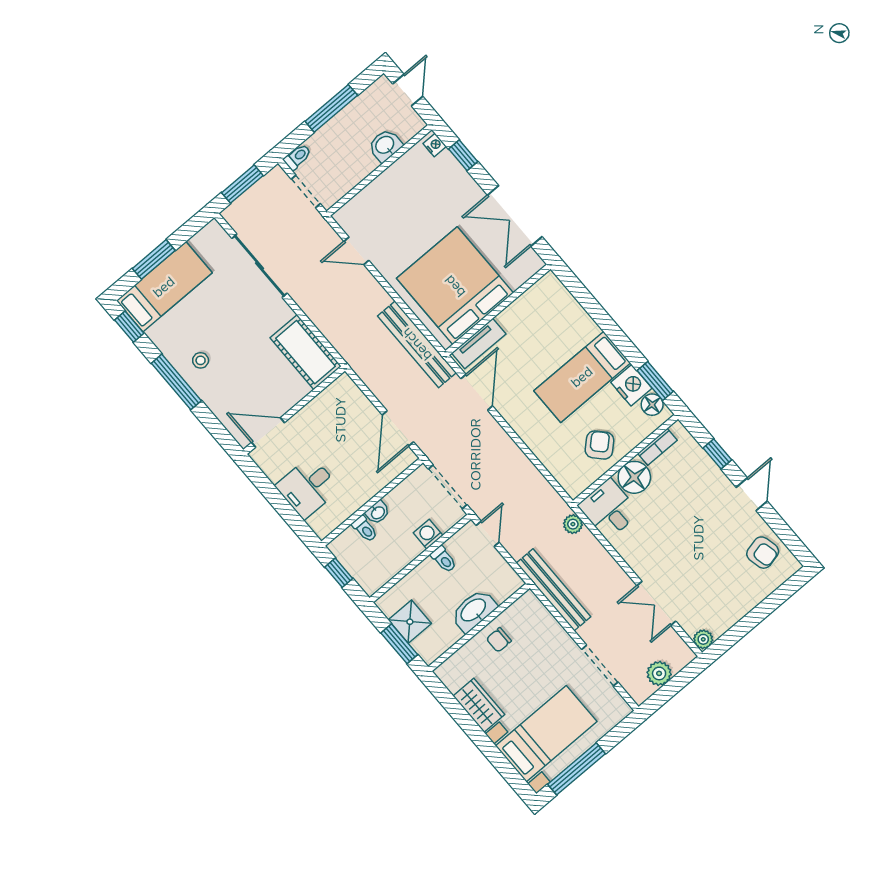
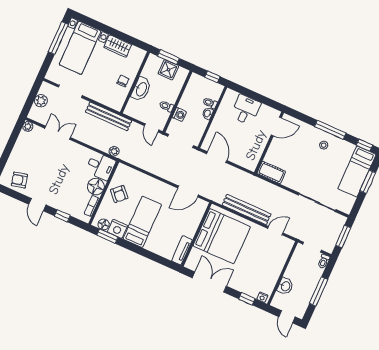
tv unit: (479, 343) -> (182, 250), moved
bench: (417, 344) -> (247, 210), moved
cot: (306, 352) -> (271, 172), width x0.73, depth x0.75
door: (477, 392) -> (188, 191), hinge flipped

